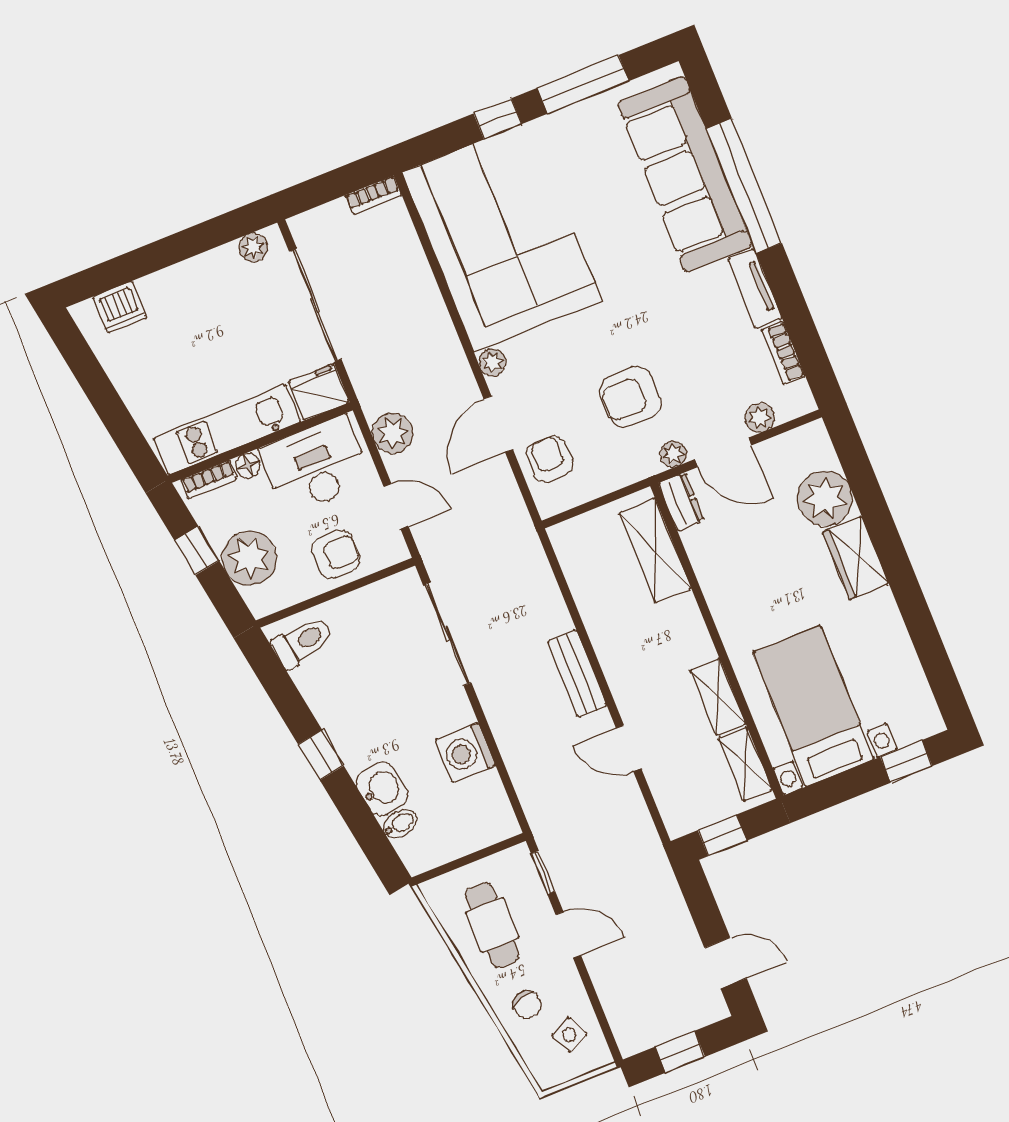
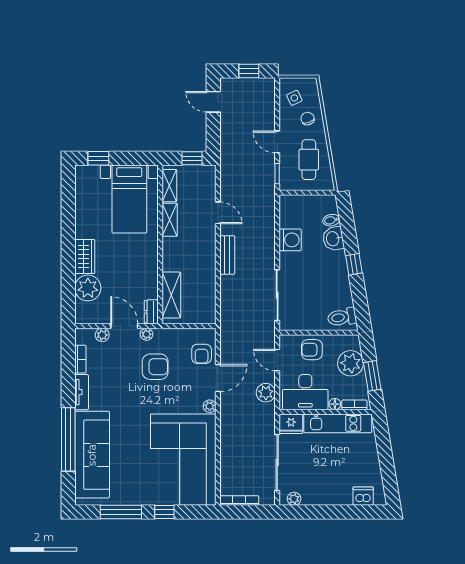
bookcase: (373, 195) -> (239, 500), width x1.56
window: (197, 550) -> (372, 376), width x1.50

